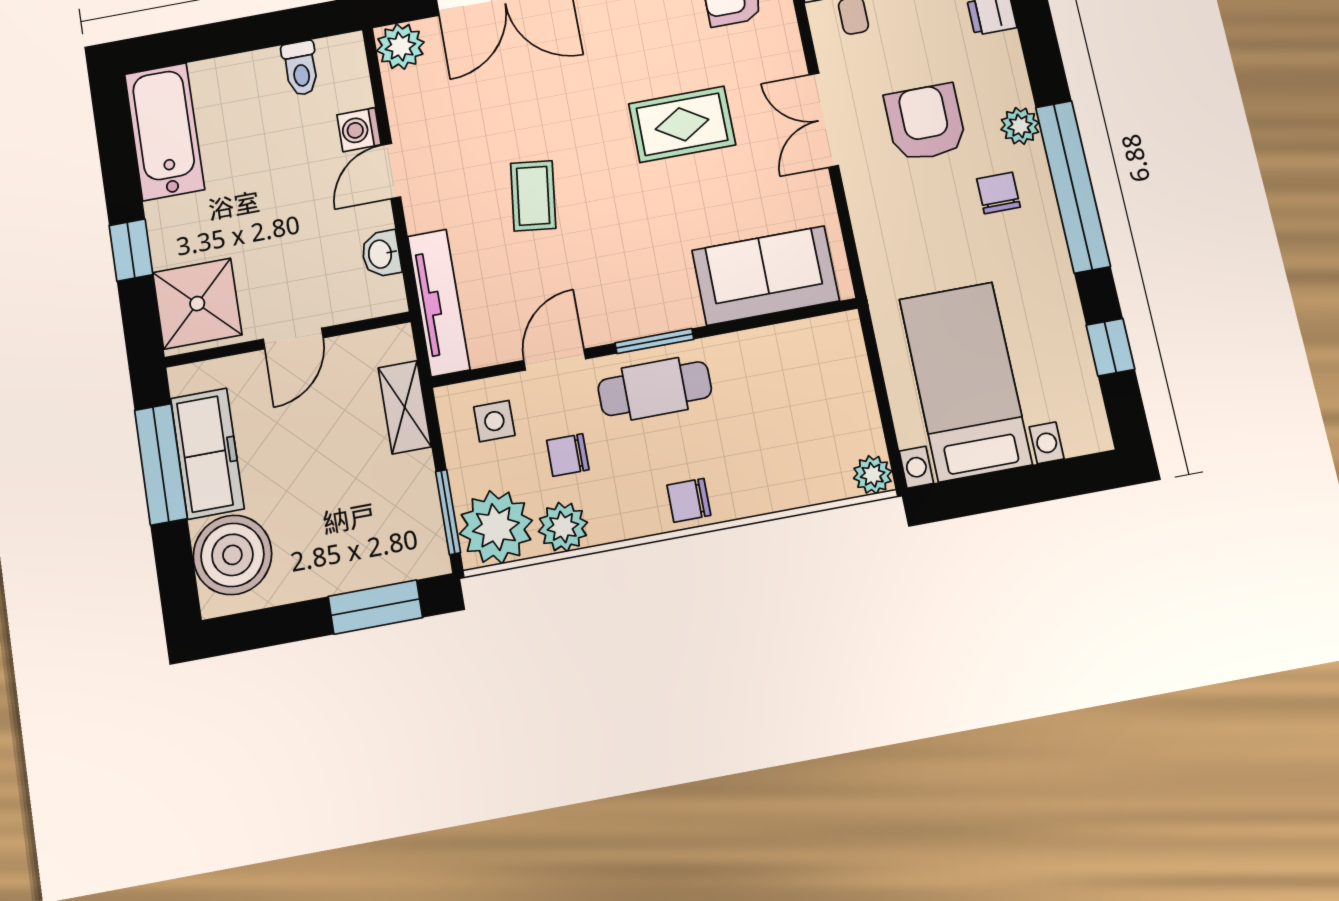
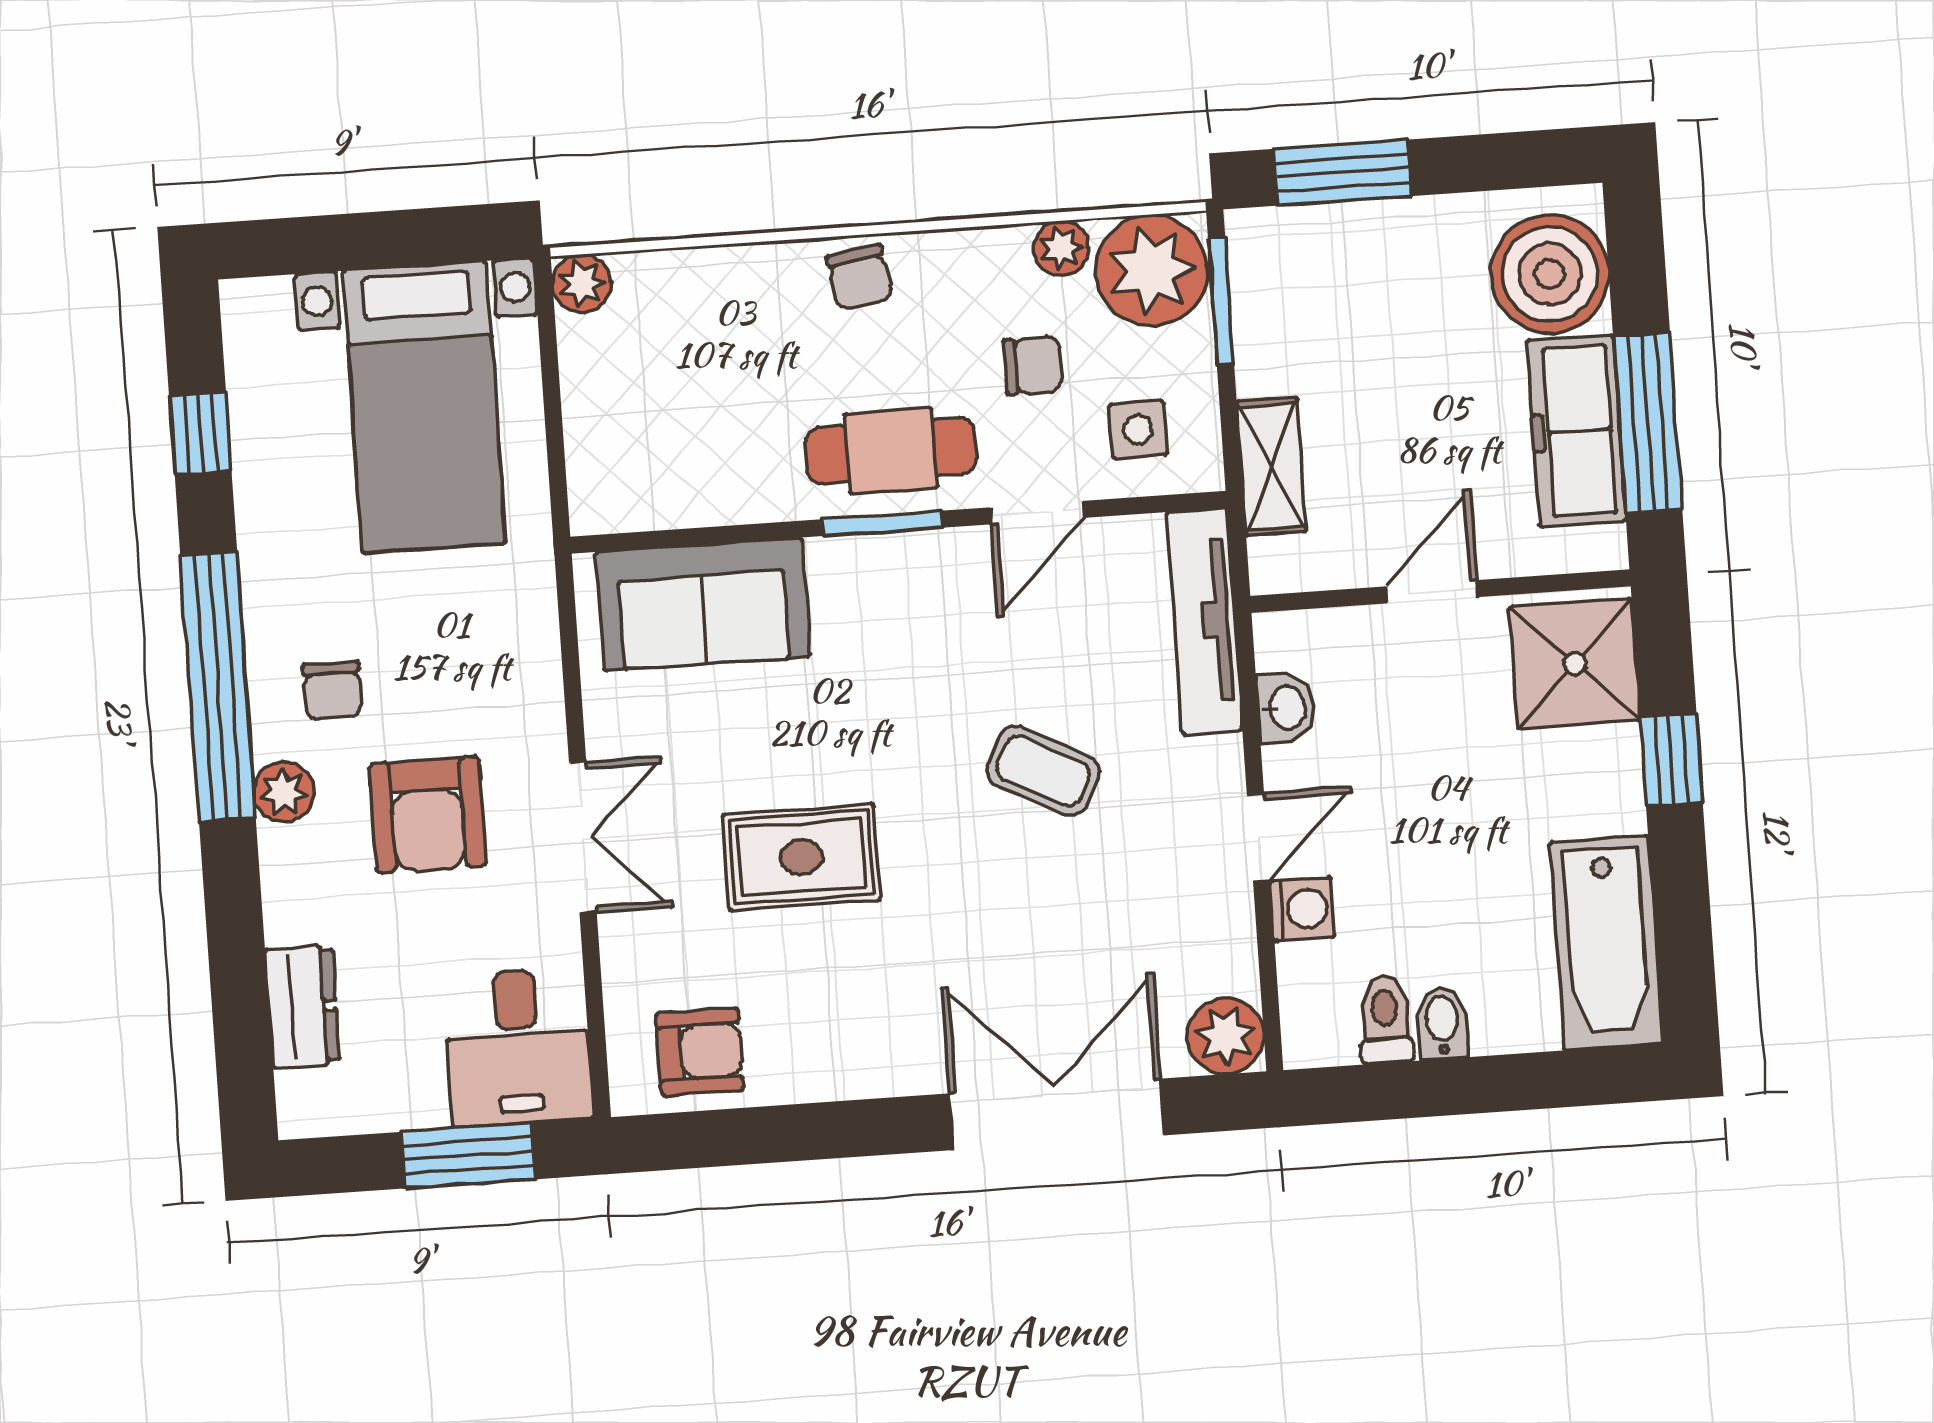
bidet: (264, 70) -> (1442, 1023), added
coffee table: (533, 196) -> (1043, 771), turned -70
chair: (689, 500) -> (860, 277), turned 80
plant: (563, 527) -> (1061, 248), width x0.73, depth x0.73

